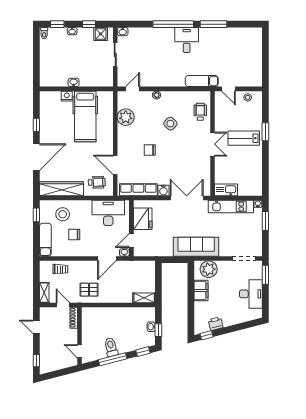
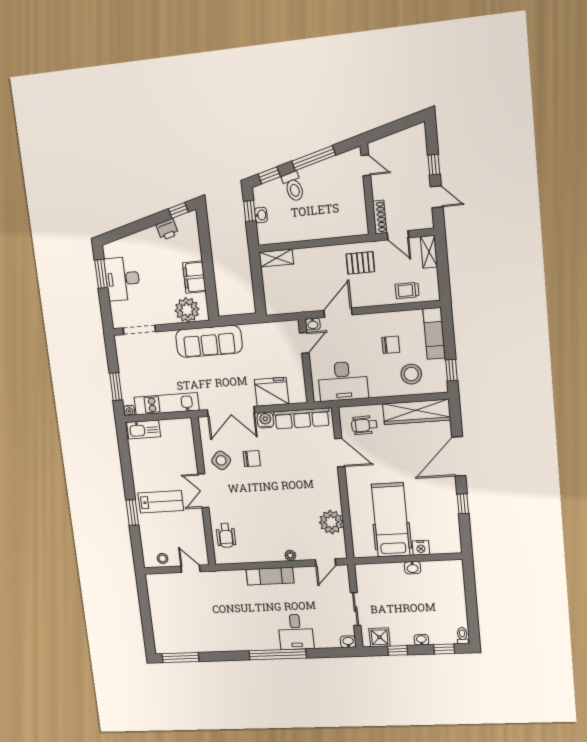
window: (213, 24) -> (181, 658), moved
desk: (187, 40) -> (296, 632), moved
exam couch: (202, 81) -> (270, 576), moved
side table: (170, 124) -> (221, 460), moved
chair: (150, 150) -> (252, 459), moved
kitchen sink: (226, 190) -> (144, 429), moved
fridge: (143, 219) -> (272, 392), moved, turned 90
window: (265, 275) -> (101, 274), moved
toilet: (111, 347) -> (293, 187), moved
window: (36, 361) -> (434, 165), moved

